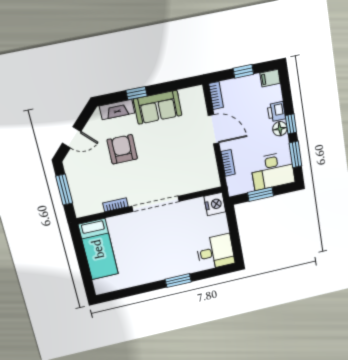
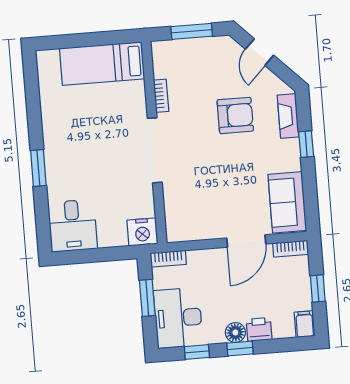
sofa: (158, 107) -> (287, 202), moved
window: (295, 154) -> (197, 352), width x0.67
bookcase: (228, 163) -> (168, 259), moved

